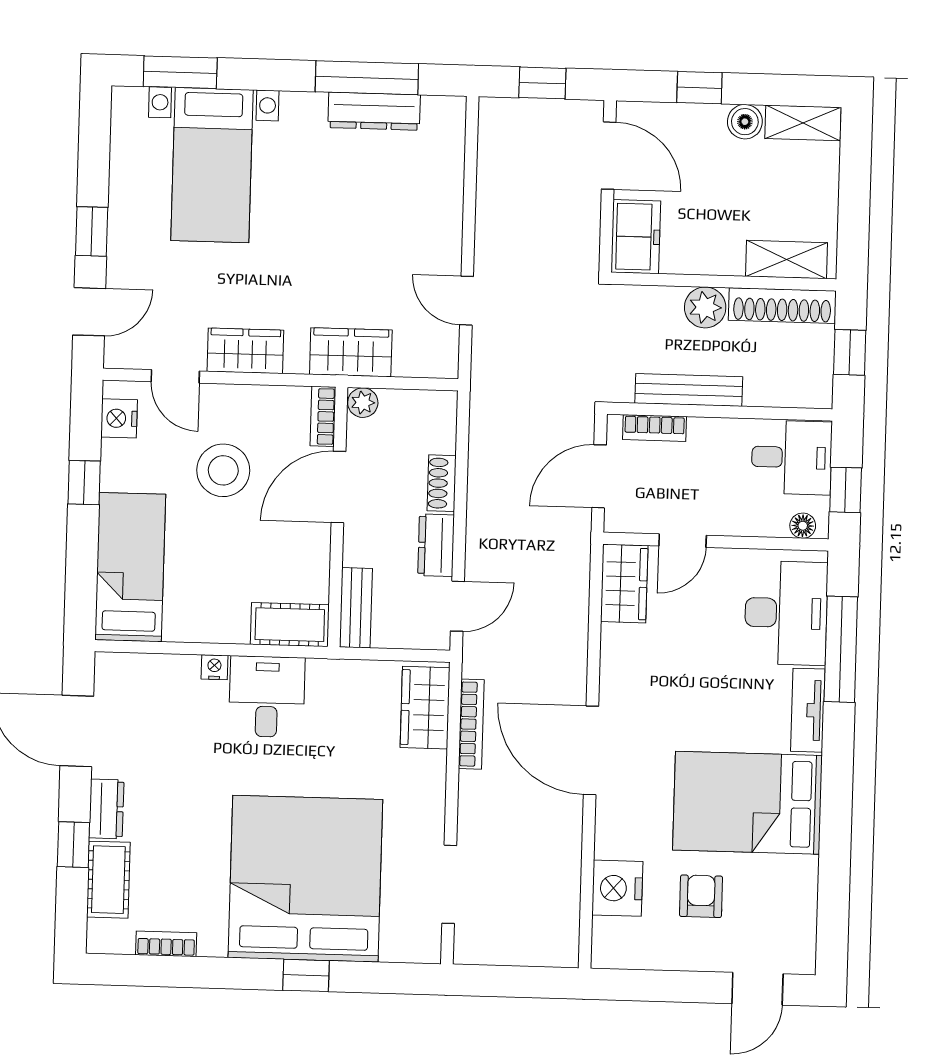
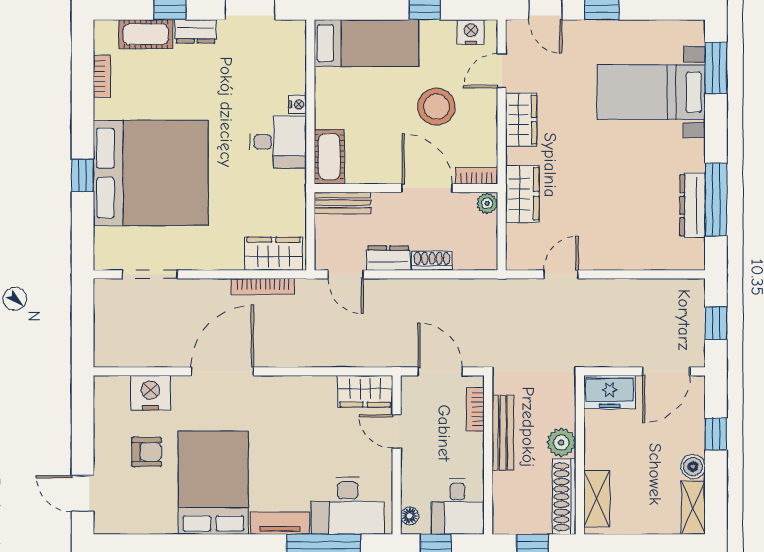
door: (591, 750) -> (222, 371), moved

